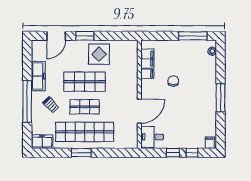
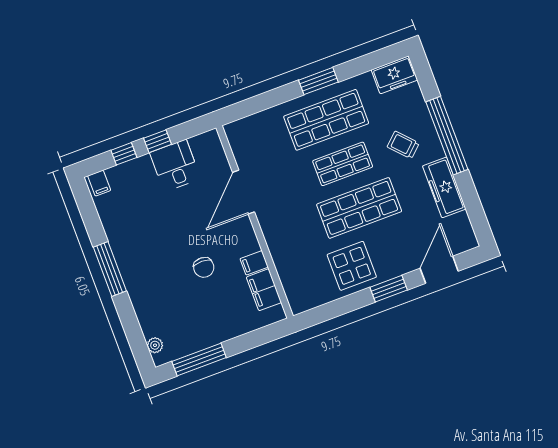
shop shelf: (85, 132) -> (326, 120), width x0.71
desk: (152, 137) -> (175, 166), moved, turned -90

